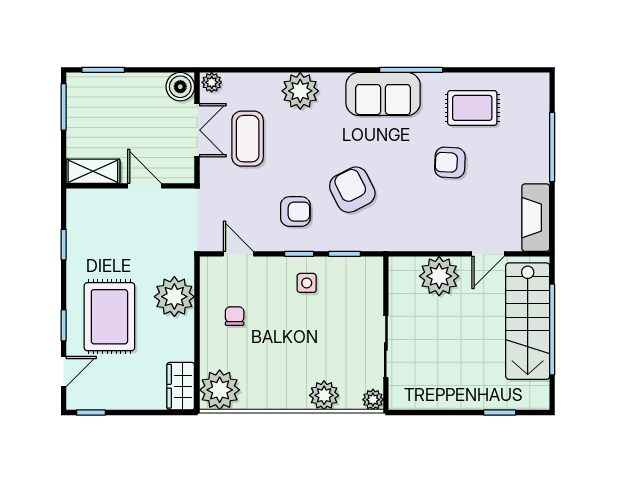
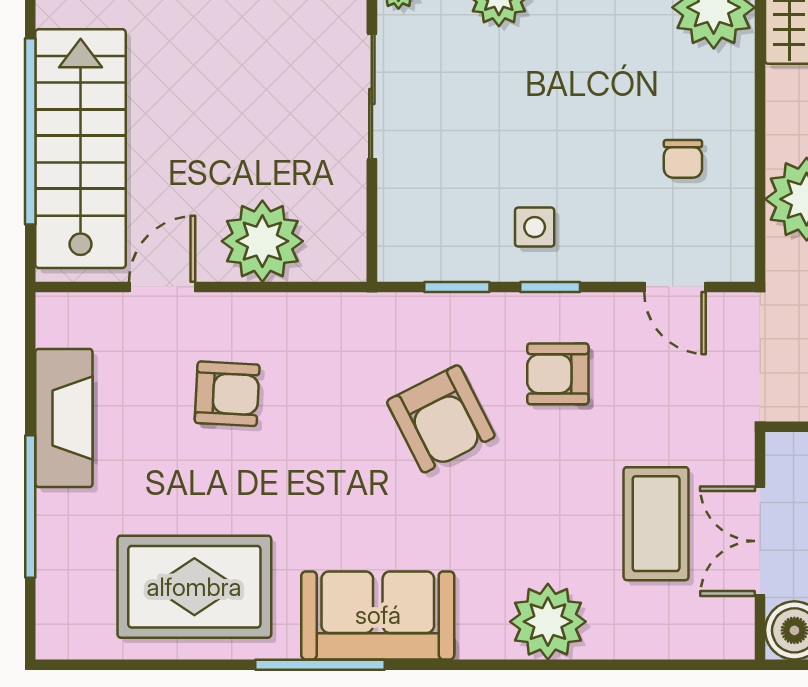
plant: (212, 82) -> (730, 639), removed
rug: (472, 108) -> (194, 587), width x1.36, depth x1.43
armchair: (450, 163) -> (227, 394), moved
fireplace: (536, 218) -> (64, 418), moved

